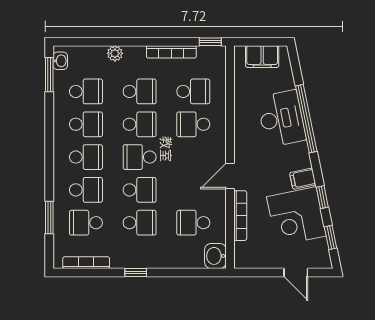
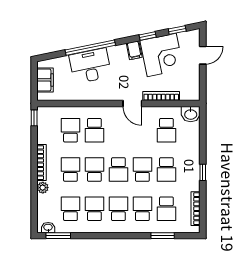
bookcase: (171, 52) -> (42, 163), moved
school desk: (140, 223) -> (166, 170), turned 180

